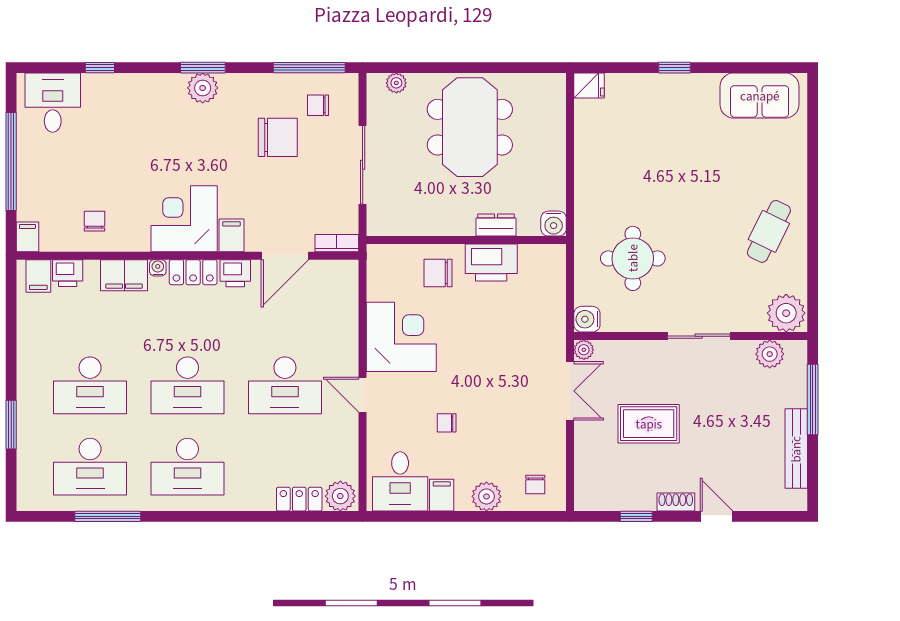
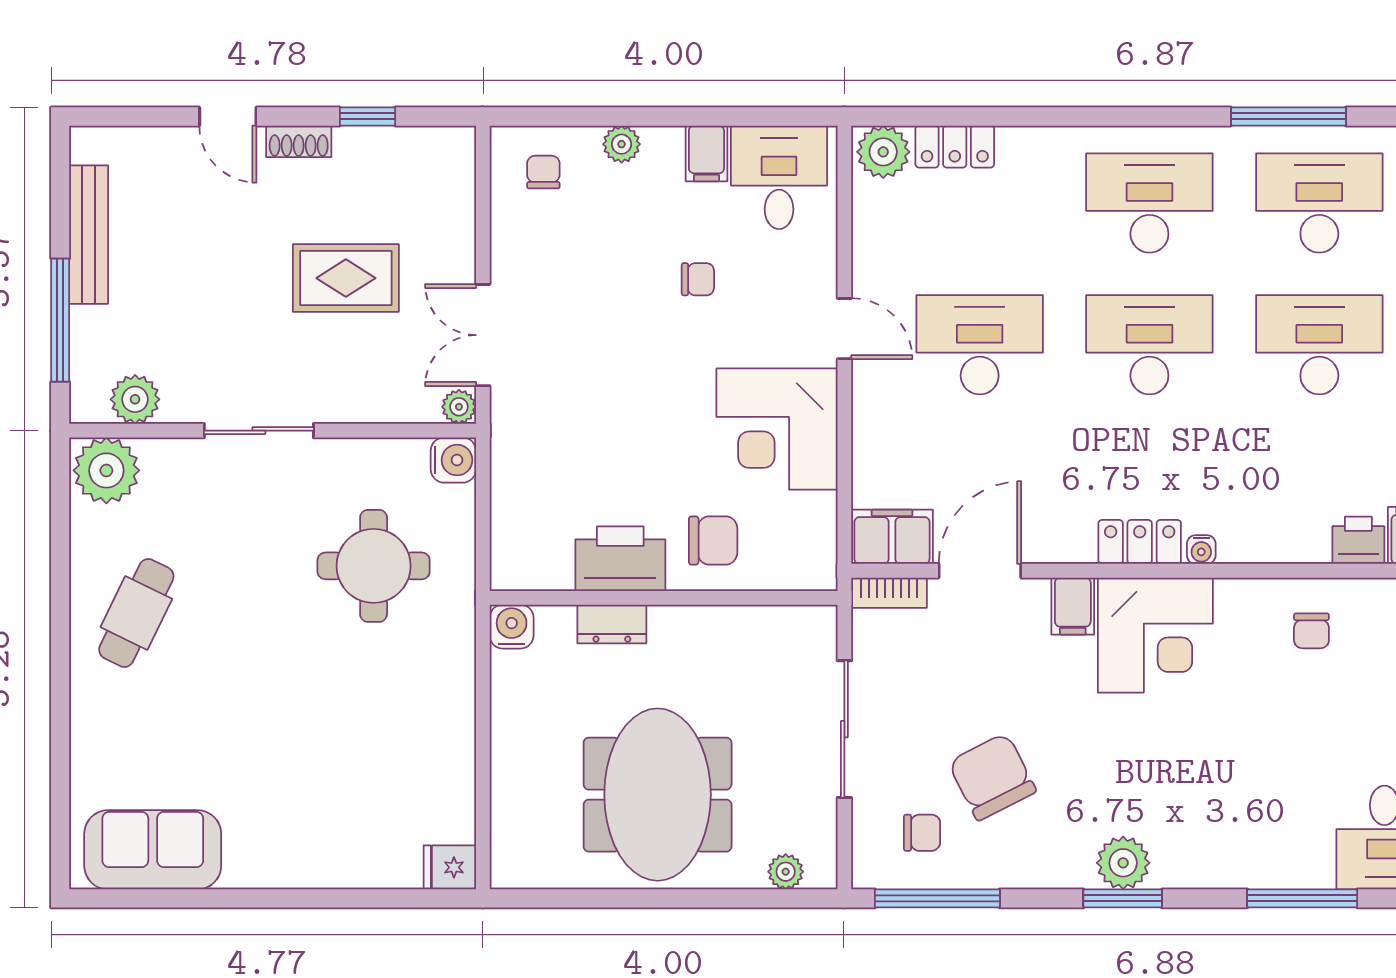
window: (100, 68) -> (1302, 898), width x2.17
window: (675, 68) -> (301, 898), removed
chair: (278, 137) -> (992, 777), turned 63
printer: (235, 273) -> (1066, 540), removed
filing cabinet: (124, 275) -> (892, 537), moved
plant: (486, 496) -> (622, 144), width x0.73, depth x0.73

